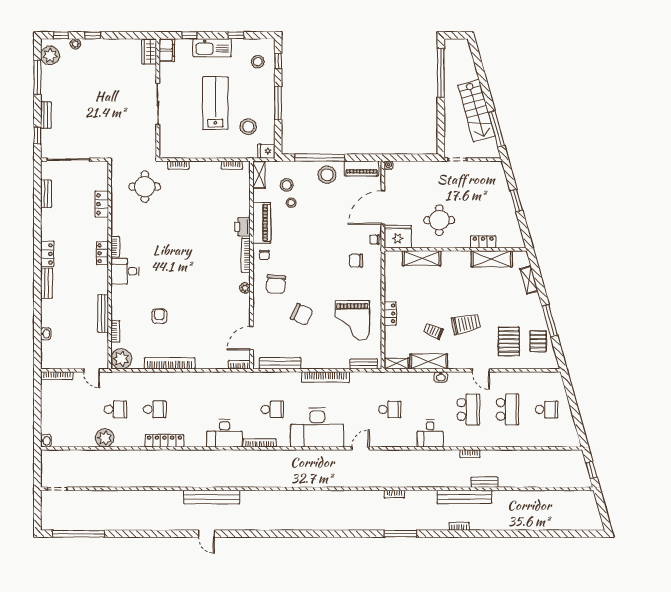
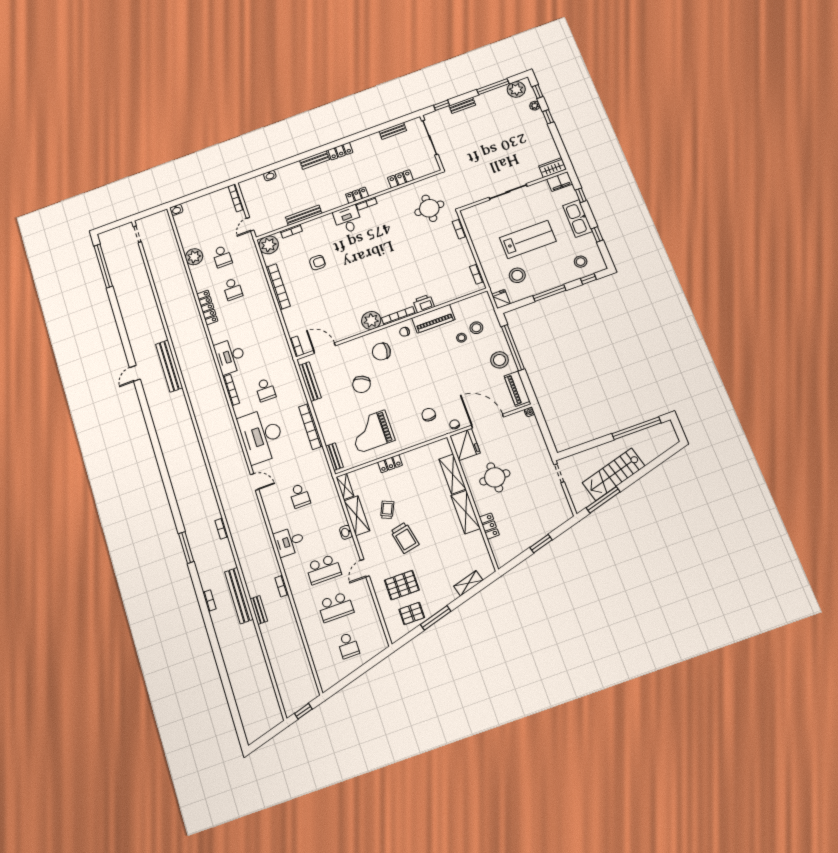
shelving: (259, 175) -> (477, 300), removed
shelving: (492, 259) -> (466, 512), moved
plant: (245, 288) -> (371, 320), width x1.88, depth x1.88

